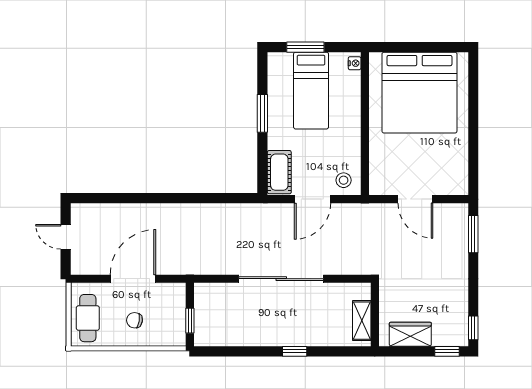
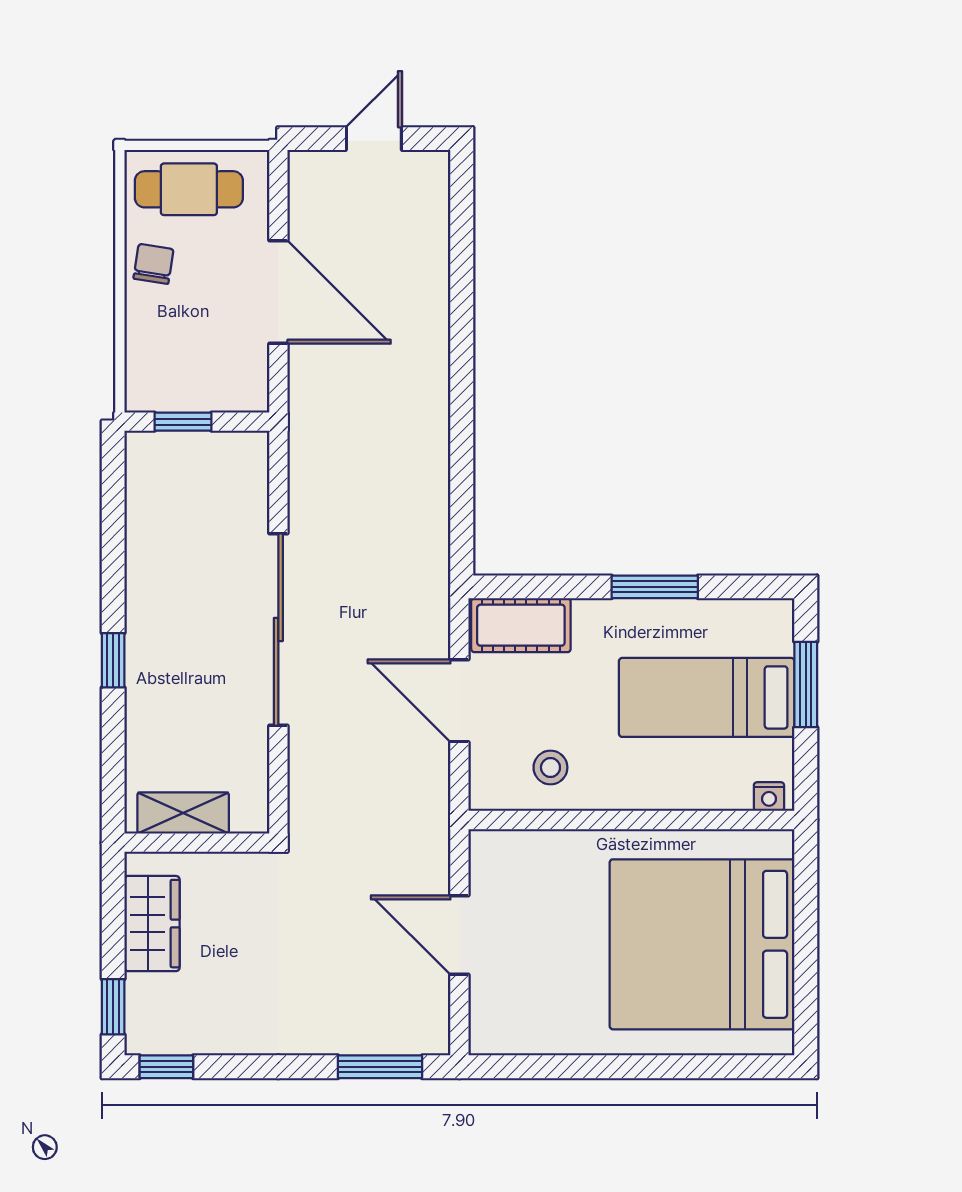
stool: (344, 180) -> (550, 767), moved
door: (415, 199) -> (459, 935), hinge flipped
chair: (135, 320) -> (153, 264), moved

